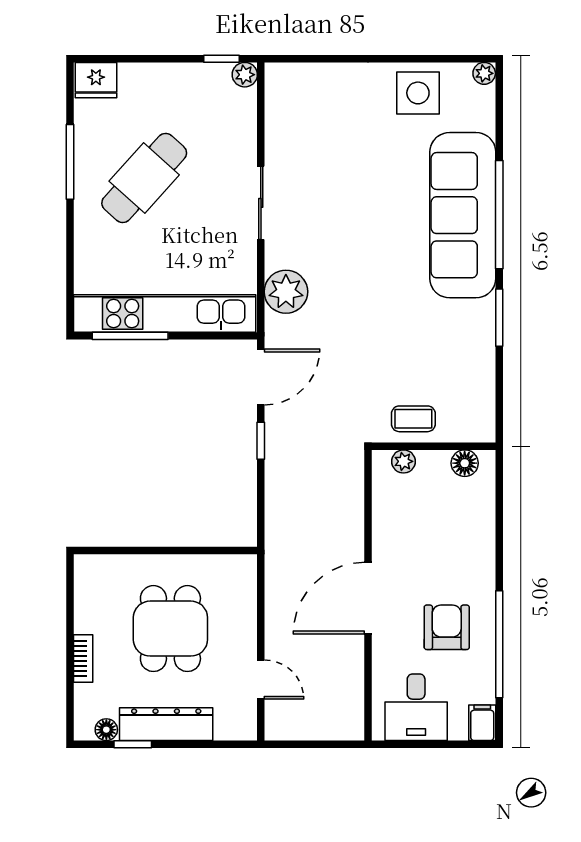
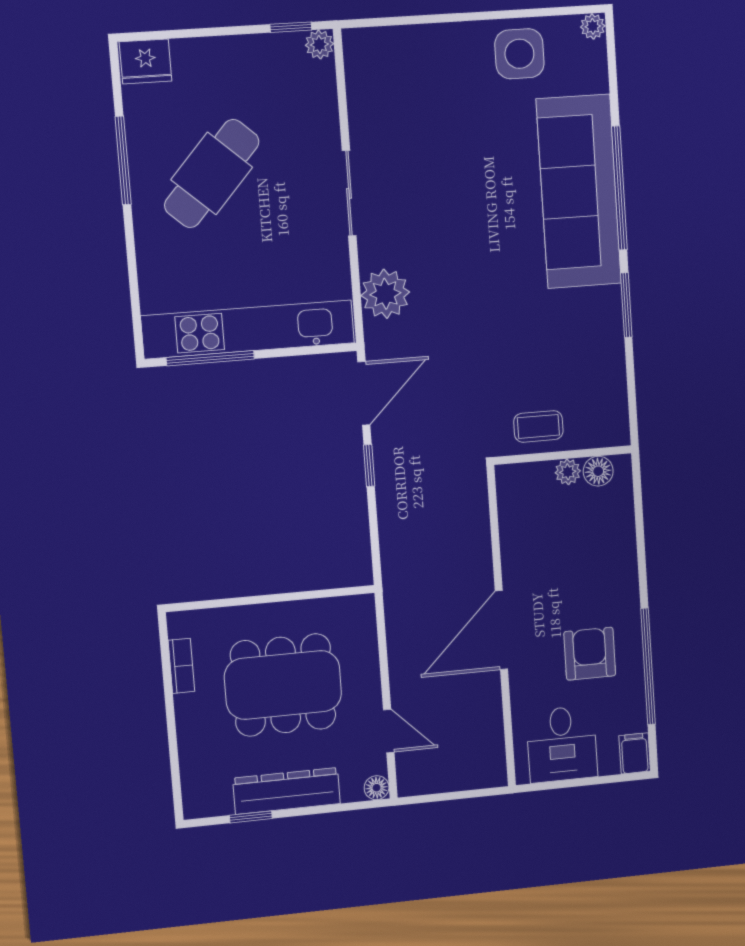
plant: (403, 461) -> (568, 472), moved
dining table: (170, 629) -> (283, 685), width x1.38
bookcase: (83, 659) -> (181, 666), moved
floor lamp: (106, 730) -> (377, 788), moved

